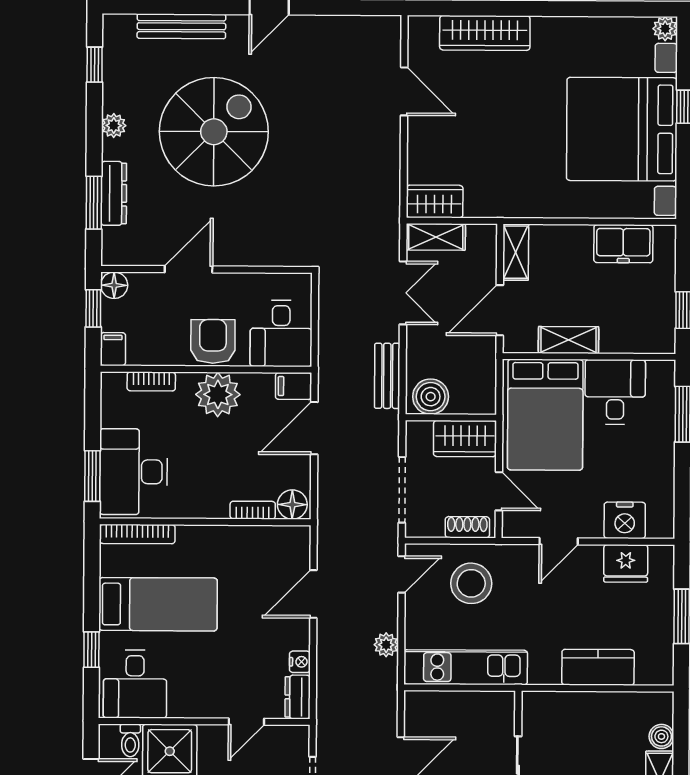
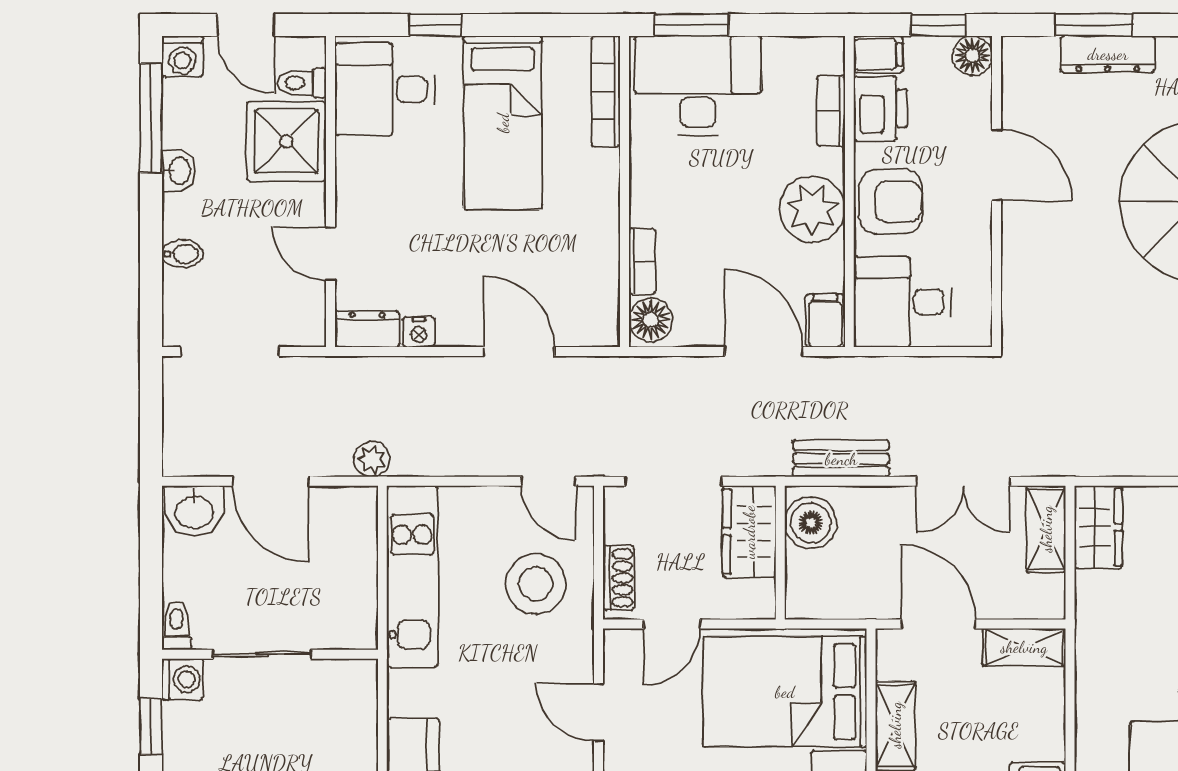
printer: (150, 348) -> (880, 108), added
wardrobe: (465, 439) -> (749, 532), moved
plant: (386, 645) -> (372, 459), moved

